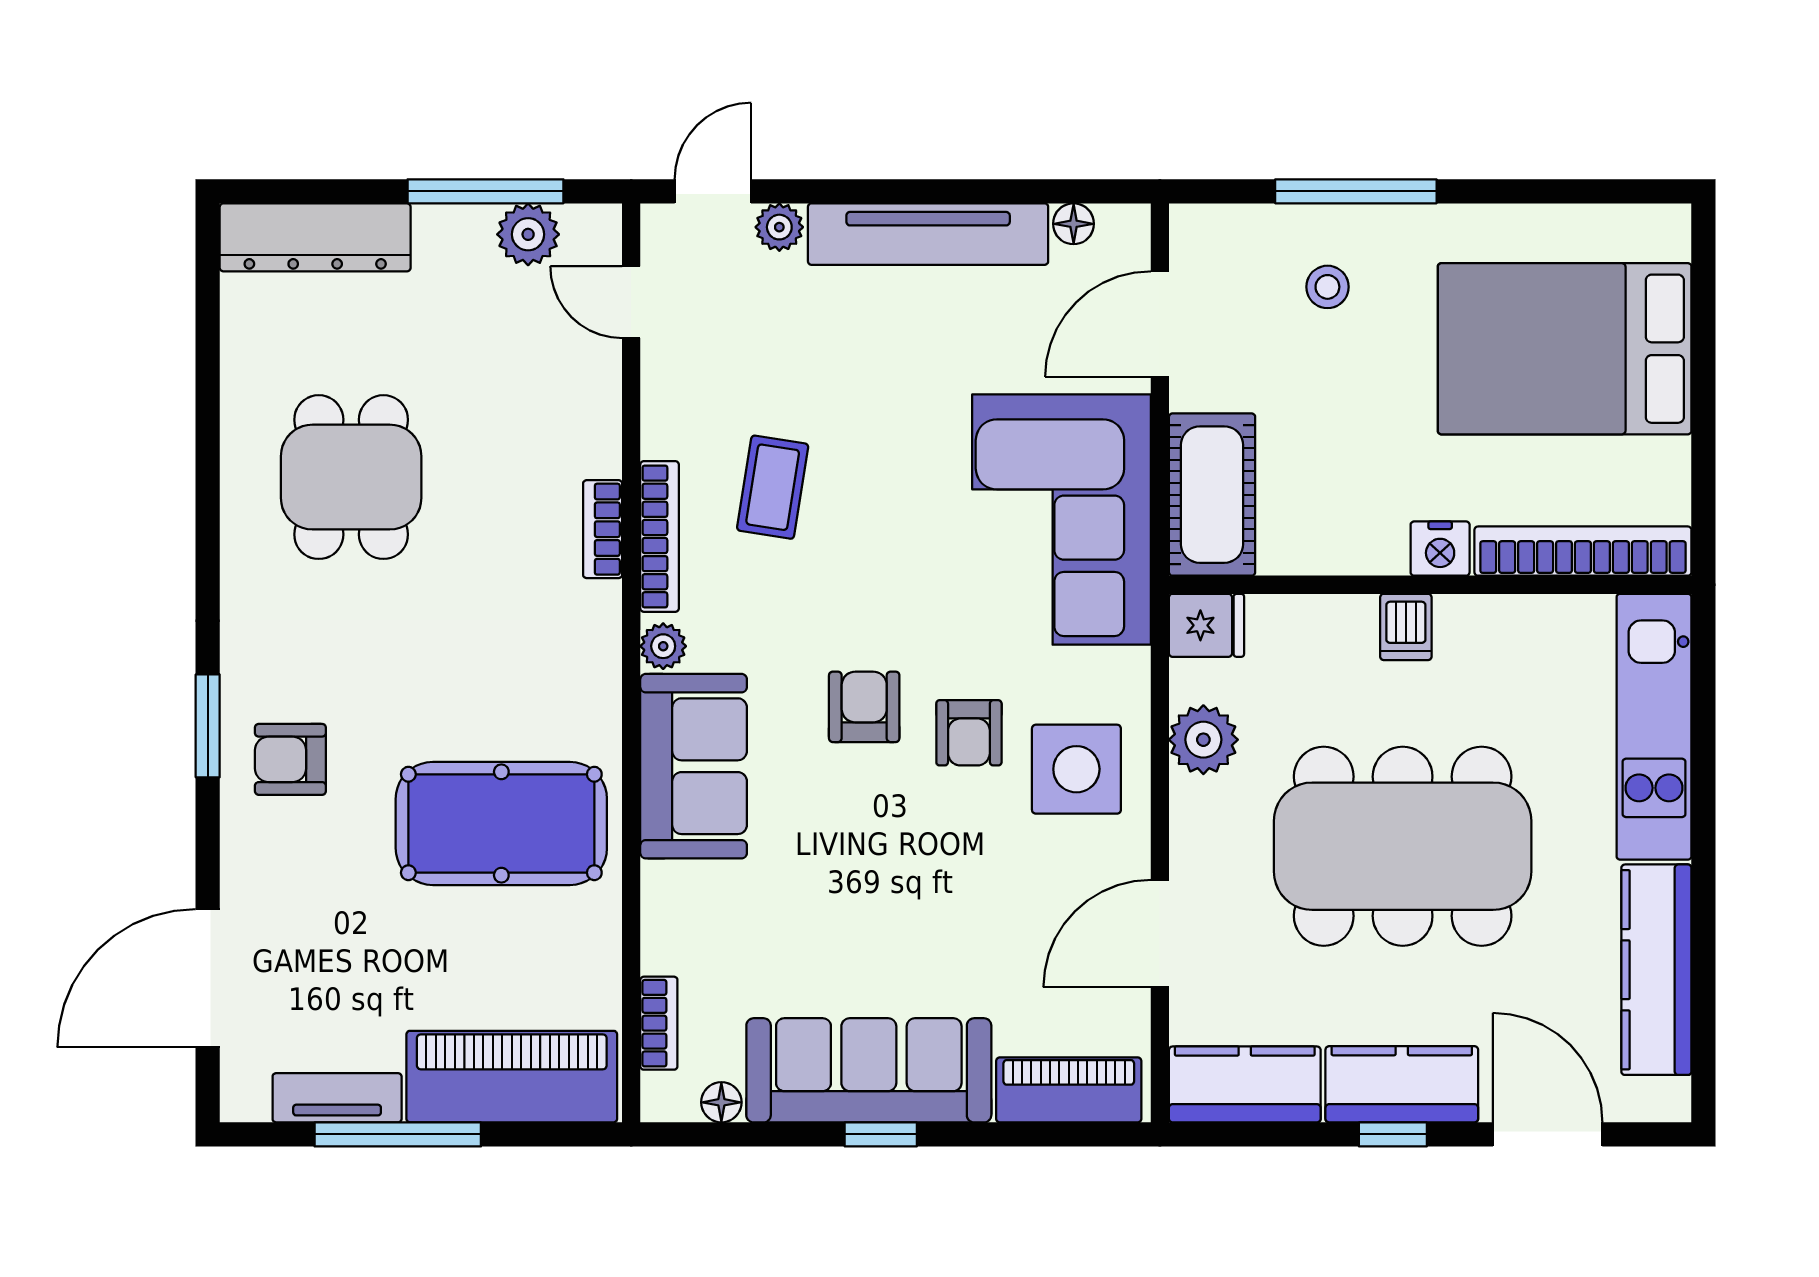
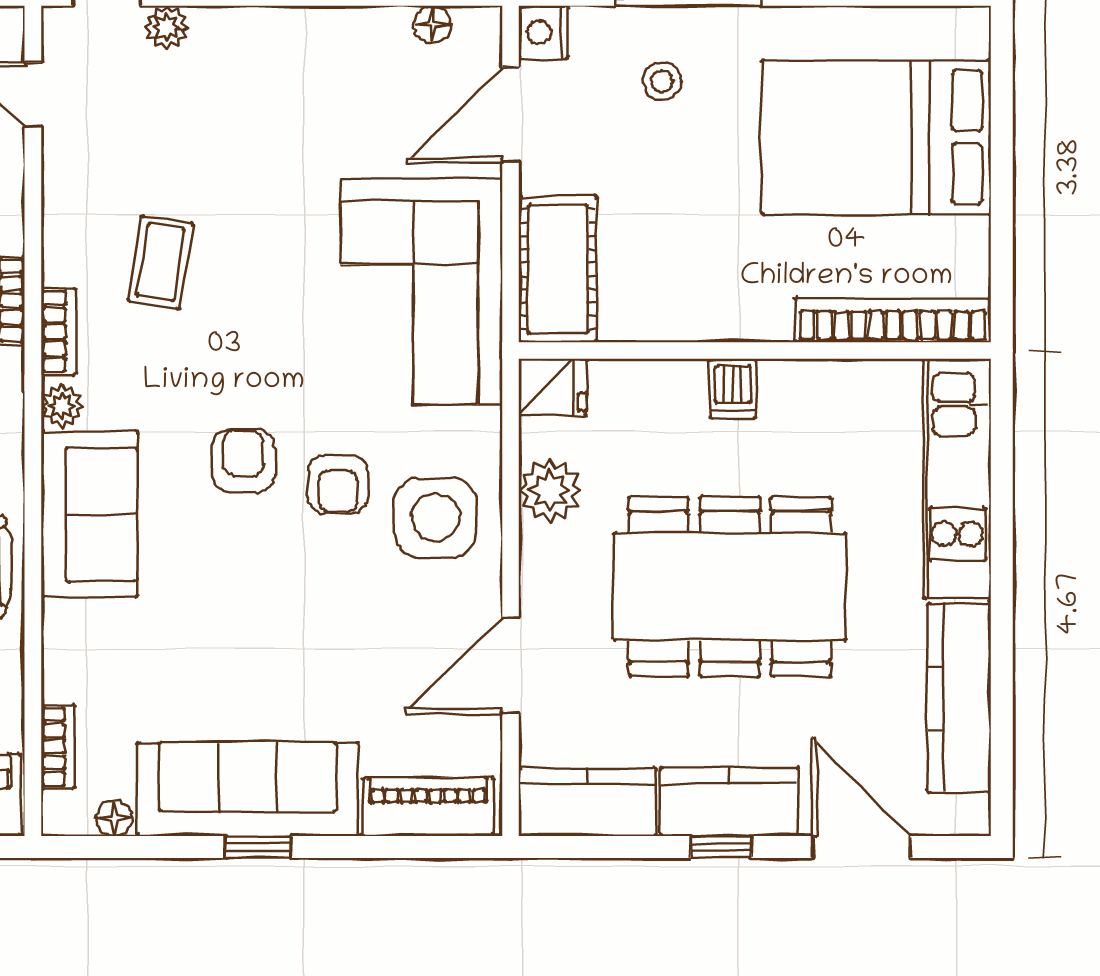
tv unit: (928, 234) -> (301, 34), removed
bookcase: (660, 536) -> (58, 331), width x0.64
nightstand: (1440, 549) -> (543, 32), moved, turned 90

